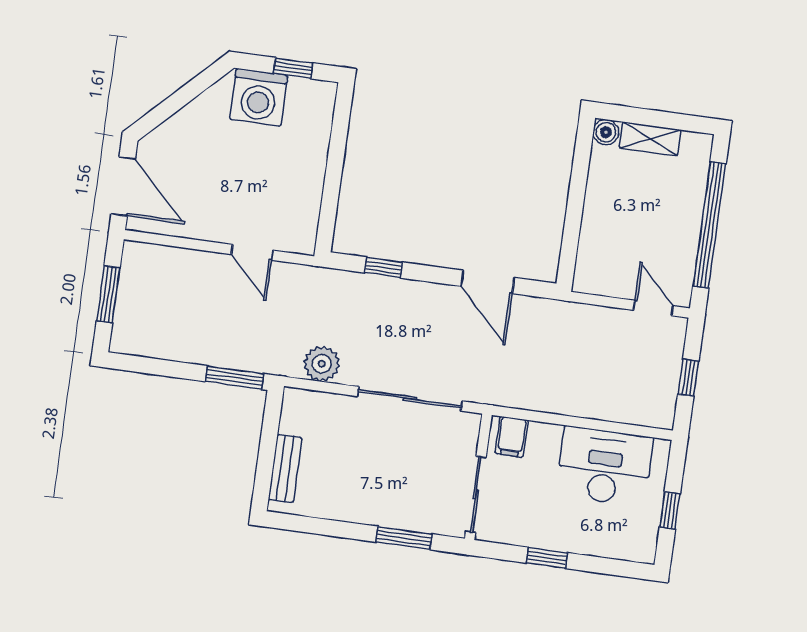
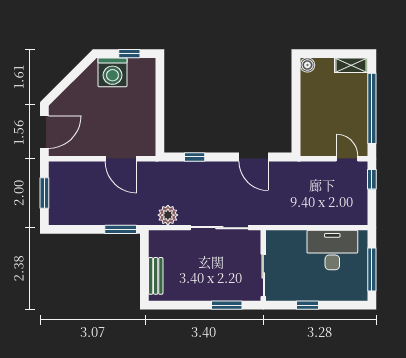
shelving: (650, 139) -> (351, 65), moved
door: (123, 186) -> (44, 132), hinge flipped
door: (252, 252) -> (121, 159), width x1.38
window: (688, 378) -> (372, 179), moved
filing cabinet: (512, 437) -> (279, 241), removed
window: (670, 510) -> (372, 269), width x2.17

